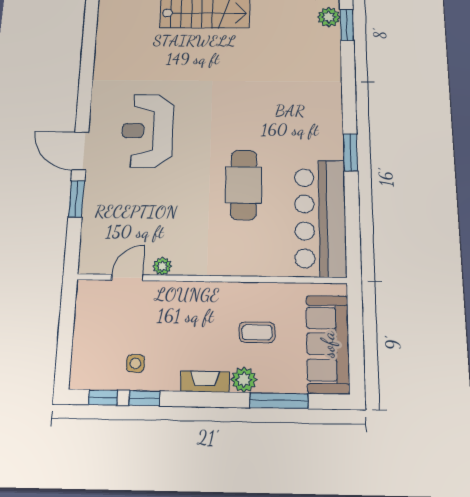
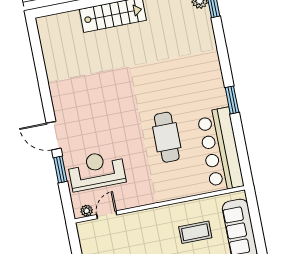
reception desk: (147, 131) -> (97, 171), moved, turned 90
plant: (162, 266) -> (87, 211), moved
coffee table: (257, 332) -> (195, 232), width x1.36, depth x1.30

